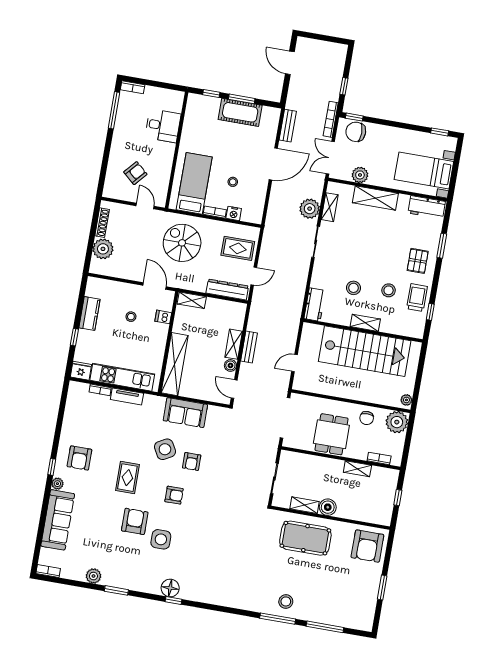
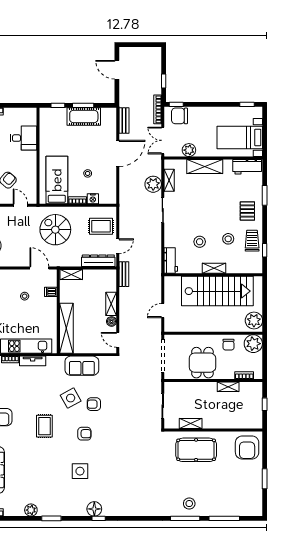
bench: (249, 347) -> (124, 274), moved
plant: (406, 400) -> (254, 321), width x1.88, depth x1.88
armchair: (192, 461) -> (94, 404), turned 90
boiler: (328, 507) -> (210, 422), removed
armchair: (135, 521) -> (56, 460), removed

